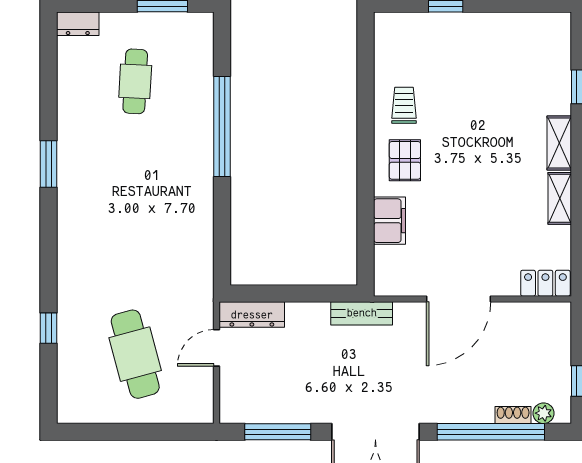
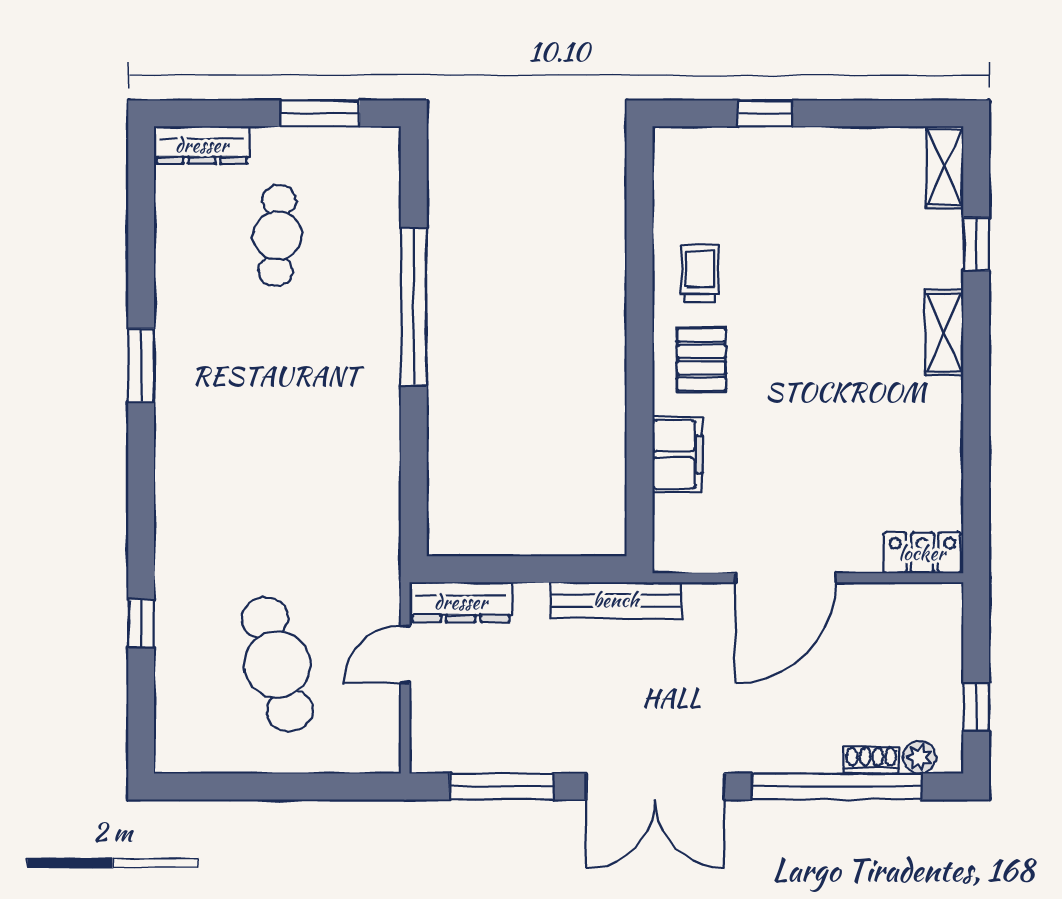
dresser: (78, 24) -> (202, 145), width x1.44
shelving: (560, 198) -> (945, 167), moved
bench: (362, 313) -> (616, 600), width x1.36

